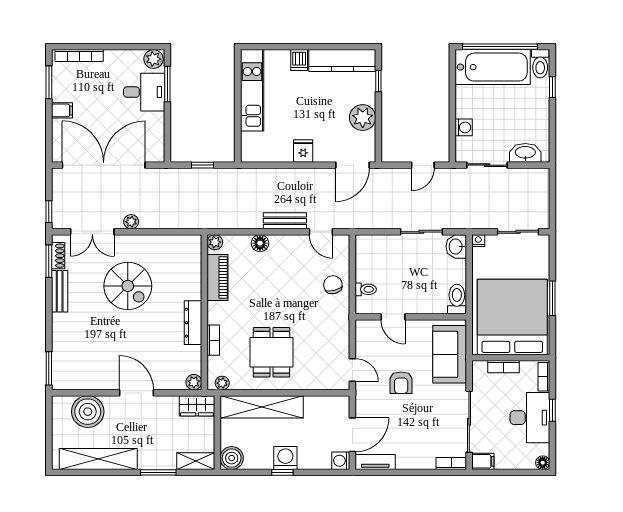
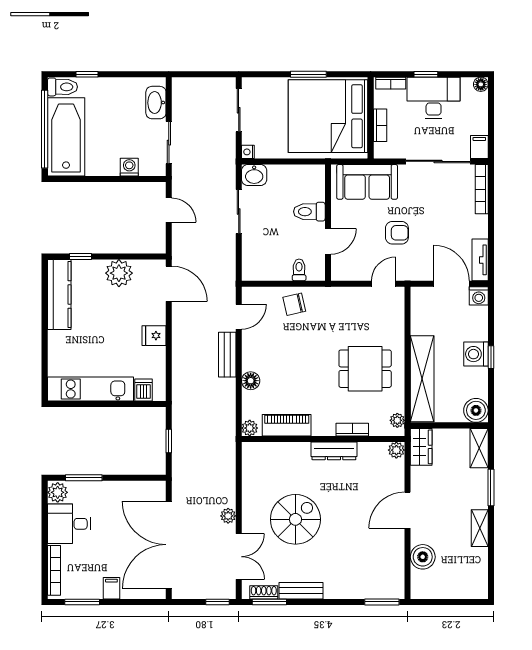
dishwasher: (299, 60) -> (143, 390), moved, turned -90
desk: (144, 92) -> (69, 524), moved, turned -90
toilet: (457, 299) -> (309, 212), moved
boiler: (88, 412) -> (423, 557), width x0.73, depth x0.73
shelving: (98, 459) -> (480, 528), width x0.45, depth x0.75
bookcase: (451, 464) -> (482, 189), width x1.56

